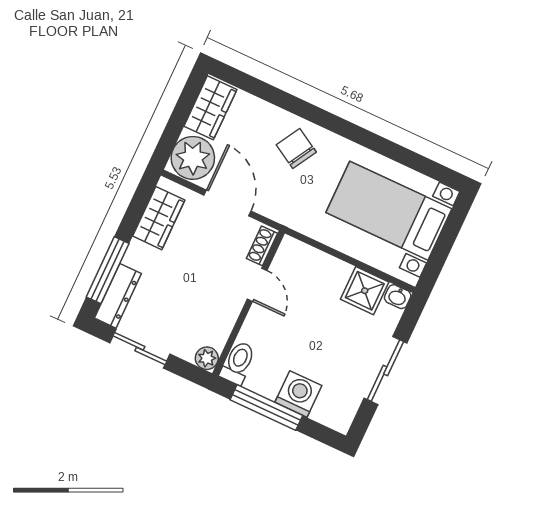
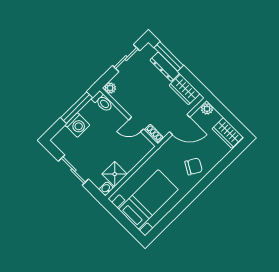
plant: (193, 158) -> (207, 109), width x0.53, depth x0.53
dresser: (118, 296) -> (165, 67), moved

